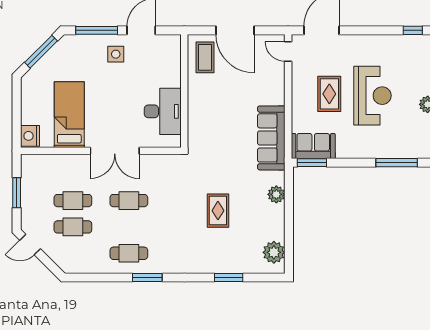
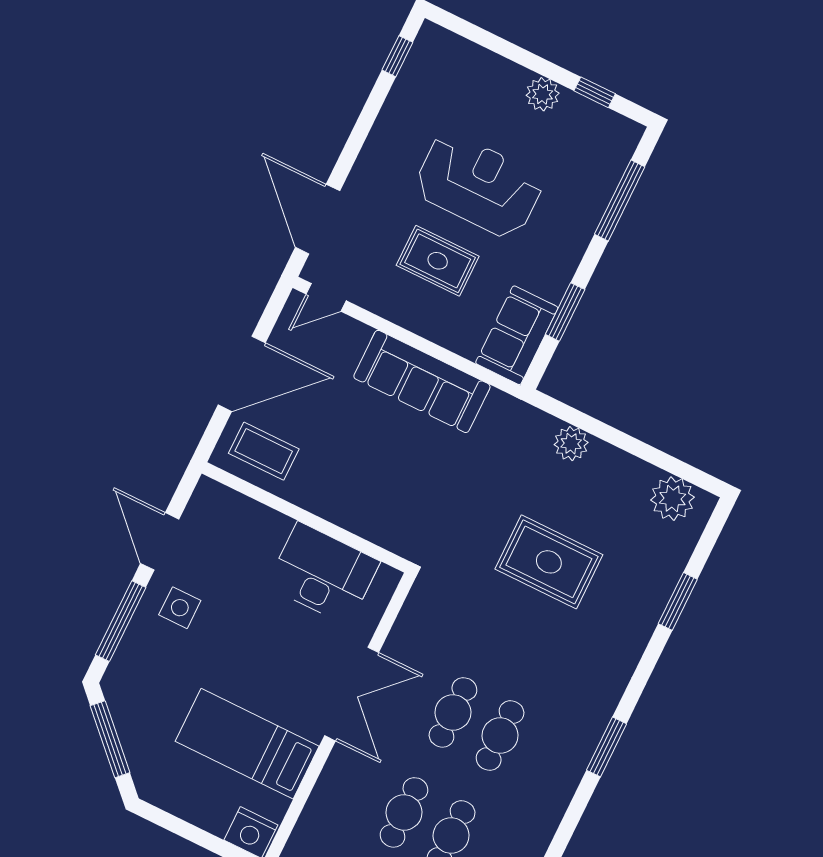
sofa: (271, 138) -> (422, 381), moved
window: (312, 163) -> (565, 312), moved
rug: (218, 211) -> (549, 562), width x1.36, depth x1.43
cafe table: (129, 253) -> (500, 736), moved

